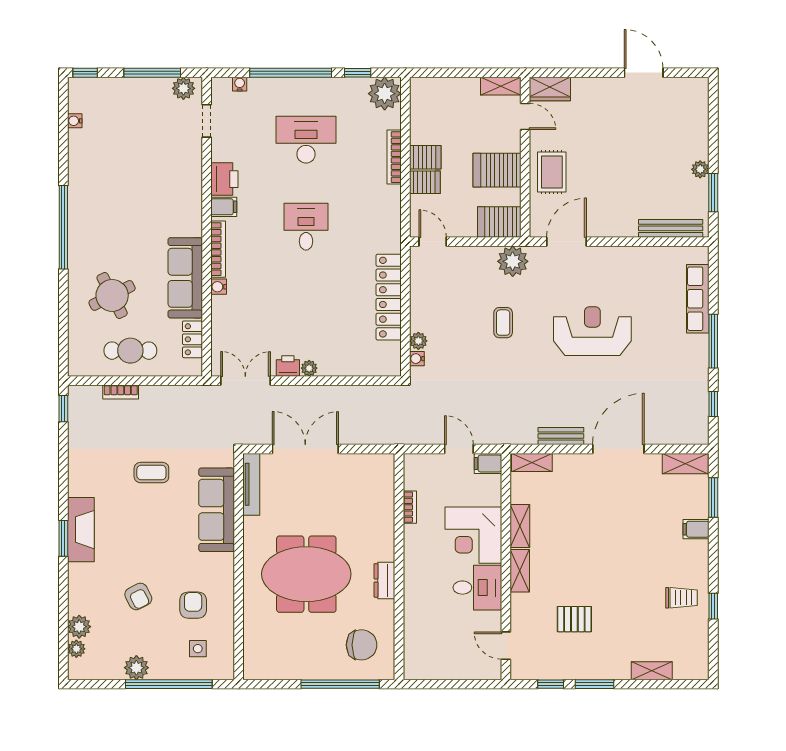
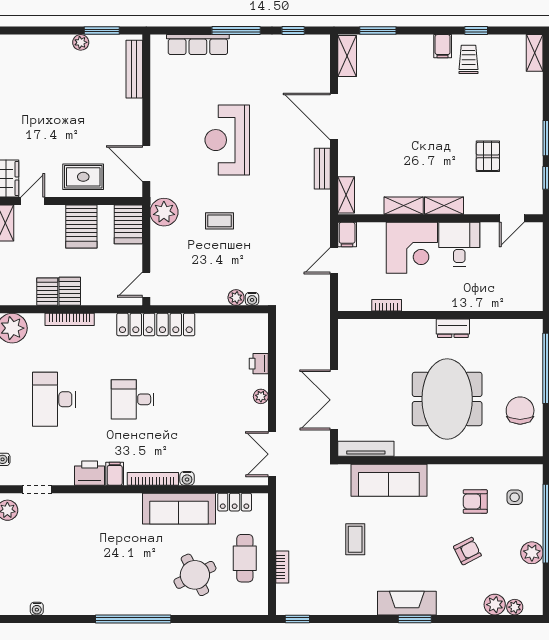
server rack: (425, 182) -> (47, 292), moved
locker: (389, 297) -> (156, 324), moved
printer: (288, 366) -> (259, 364), moved
filing cabinet: (696, 529) -> (443, 46), moved
chair: (362, 645) -> (520, 411), moved
shelving: (652, 671) -> (535, 53), moved

